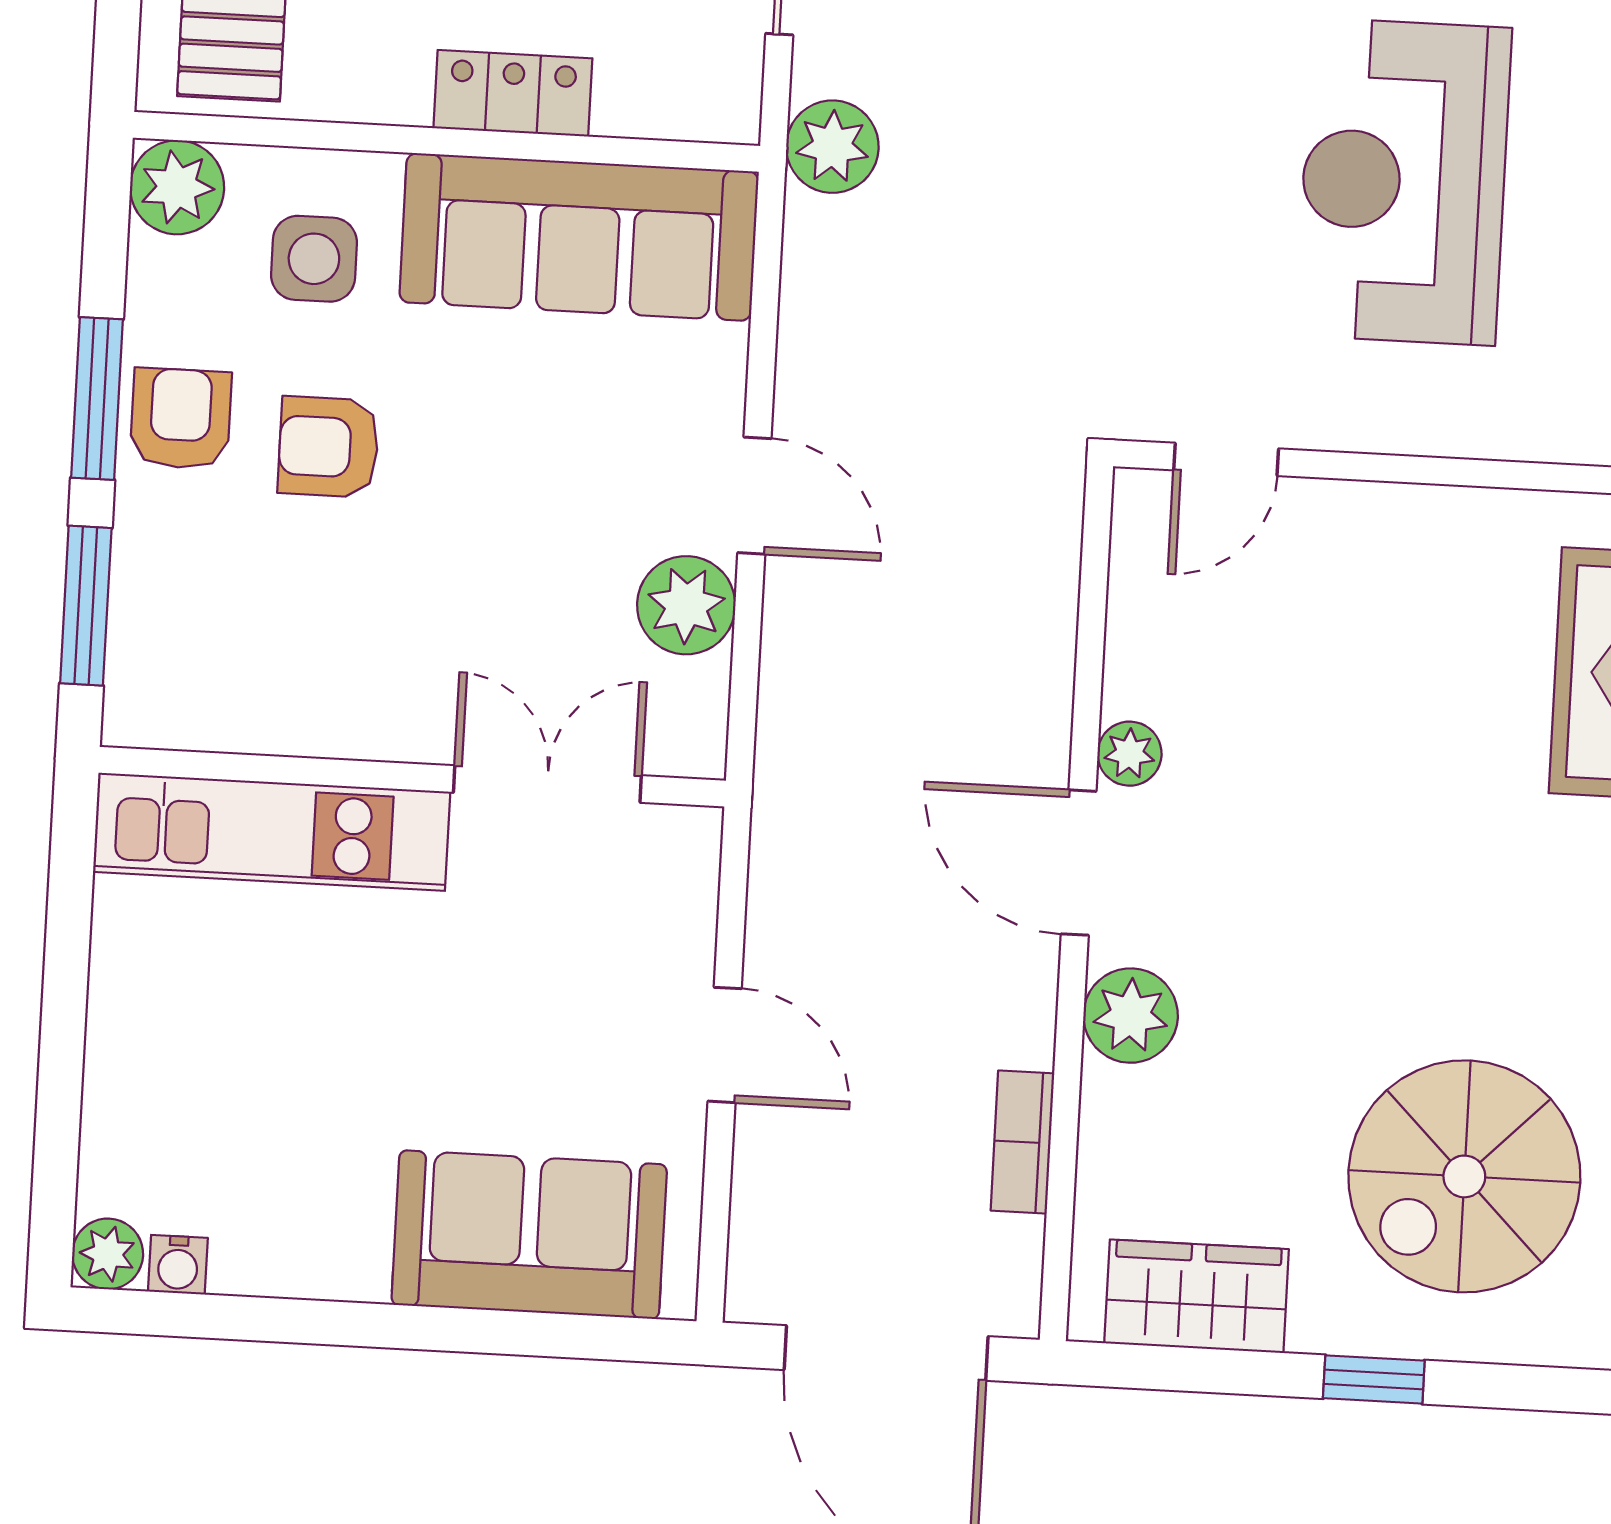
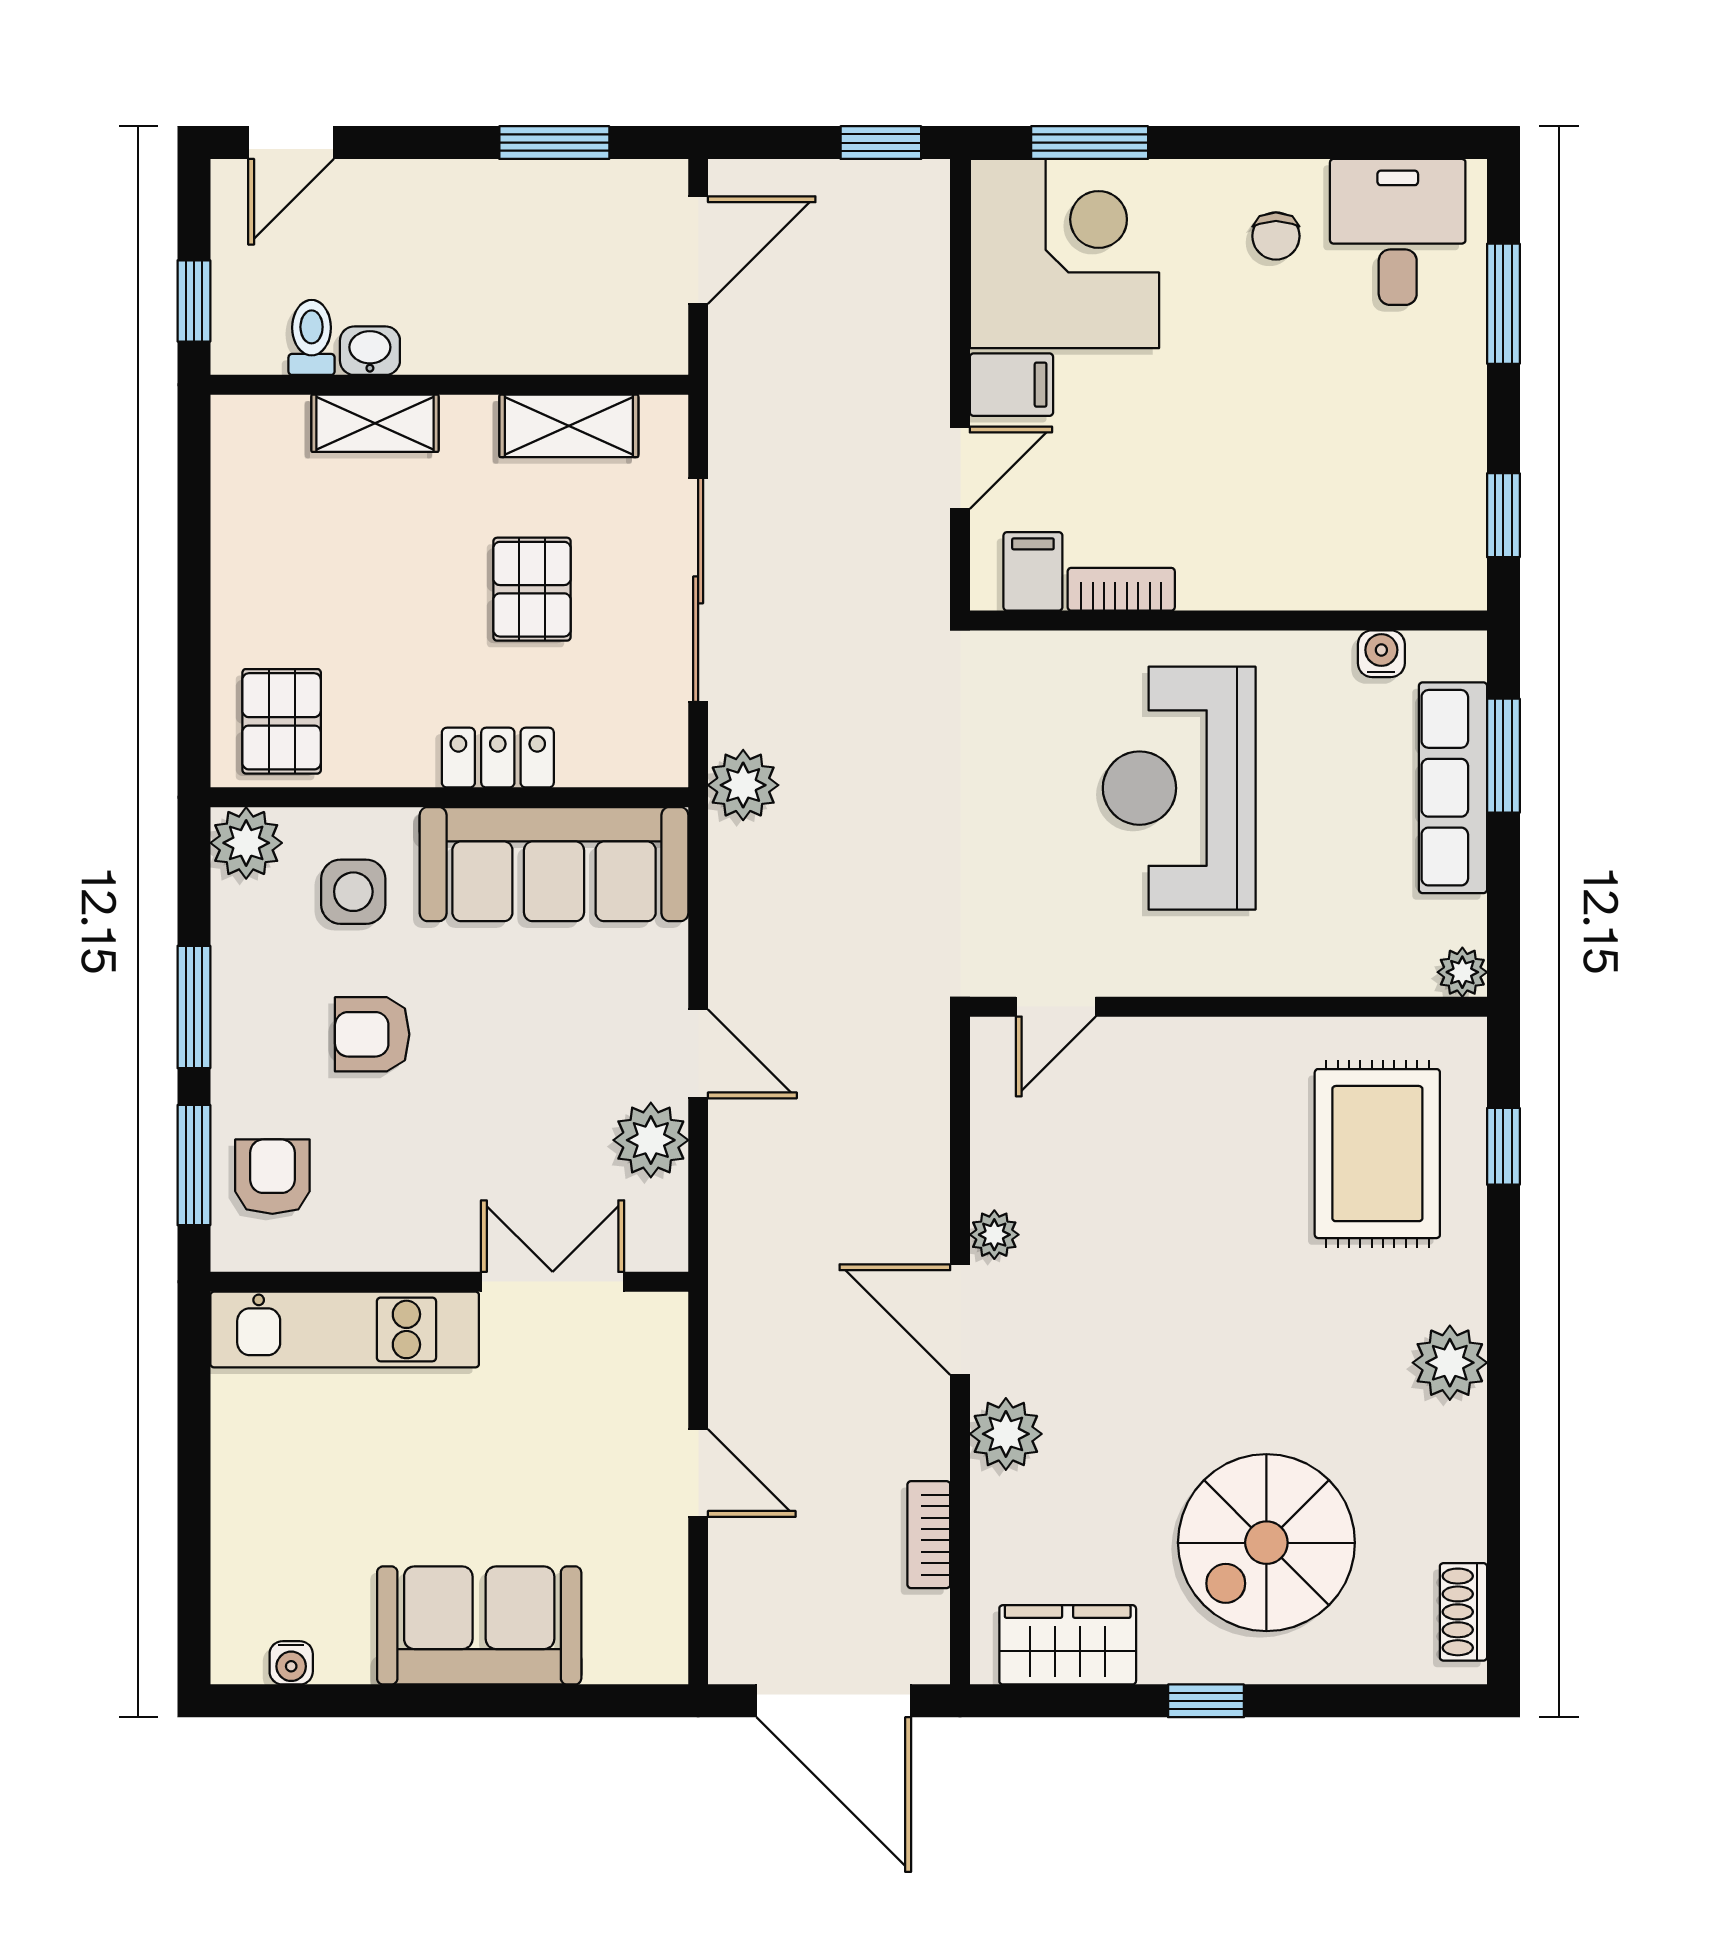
armchair: (181, 419) -> (272, 1177), moved
sofa: (529, 1235) -> (479, 1625), moved
plant: (108, 1254) -> (237, 1657), removed

